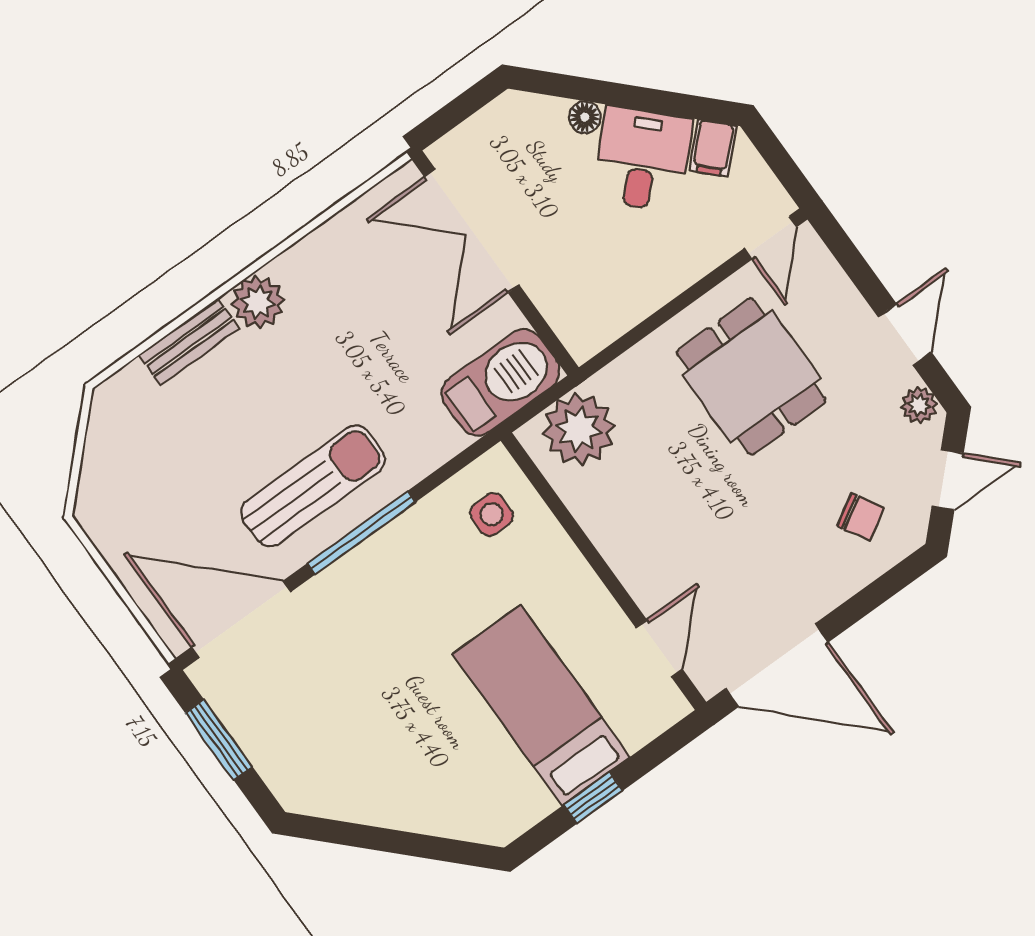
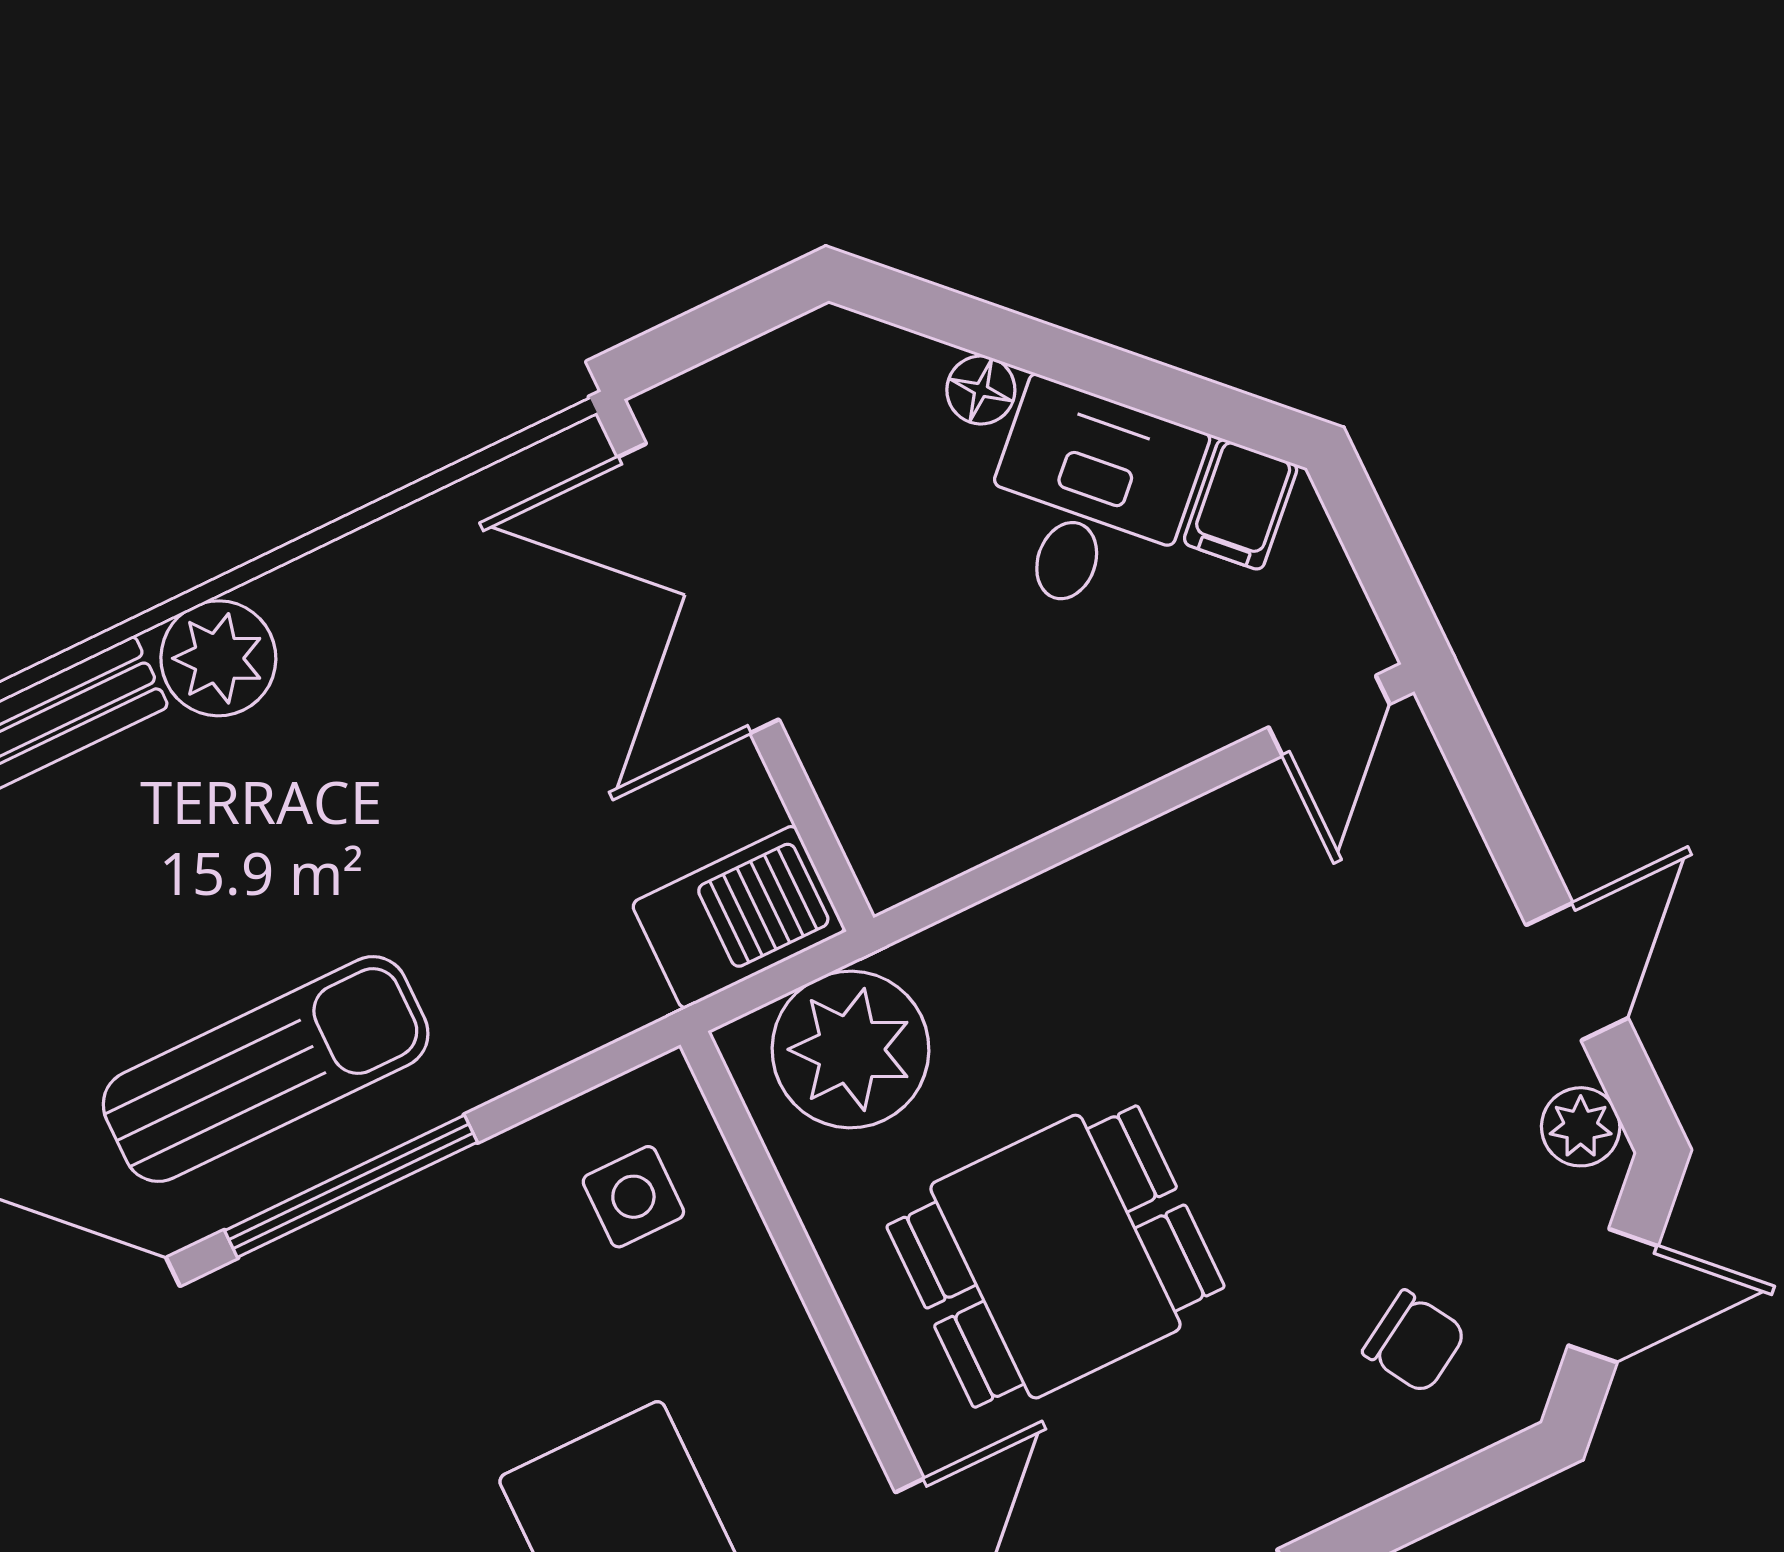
dining table: (751, 376) -> (1056, 1257), moved, turned 90
barbecue: (501, 382) -> (739, 917), width x0.73, depth x0.83

